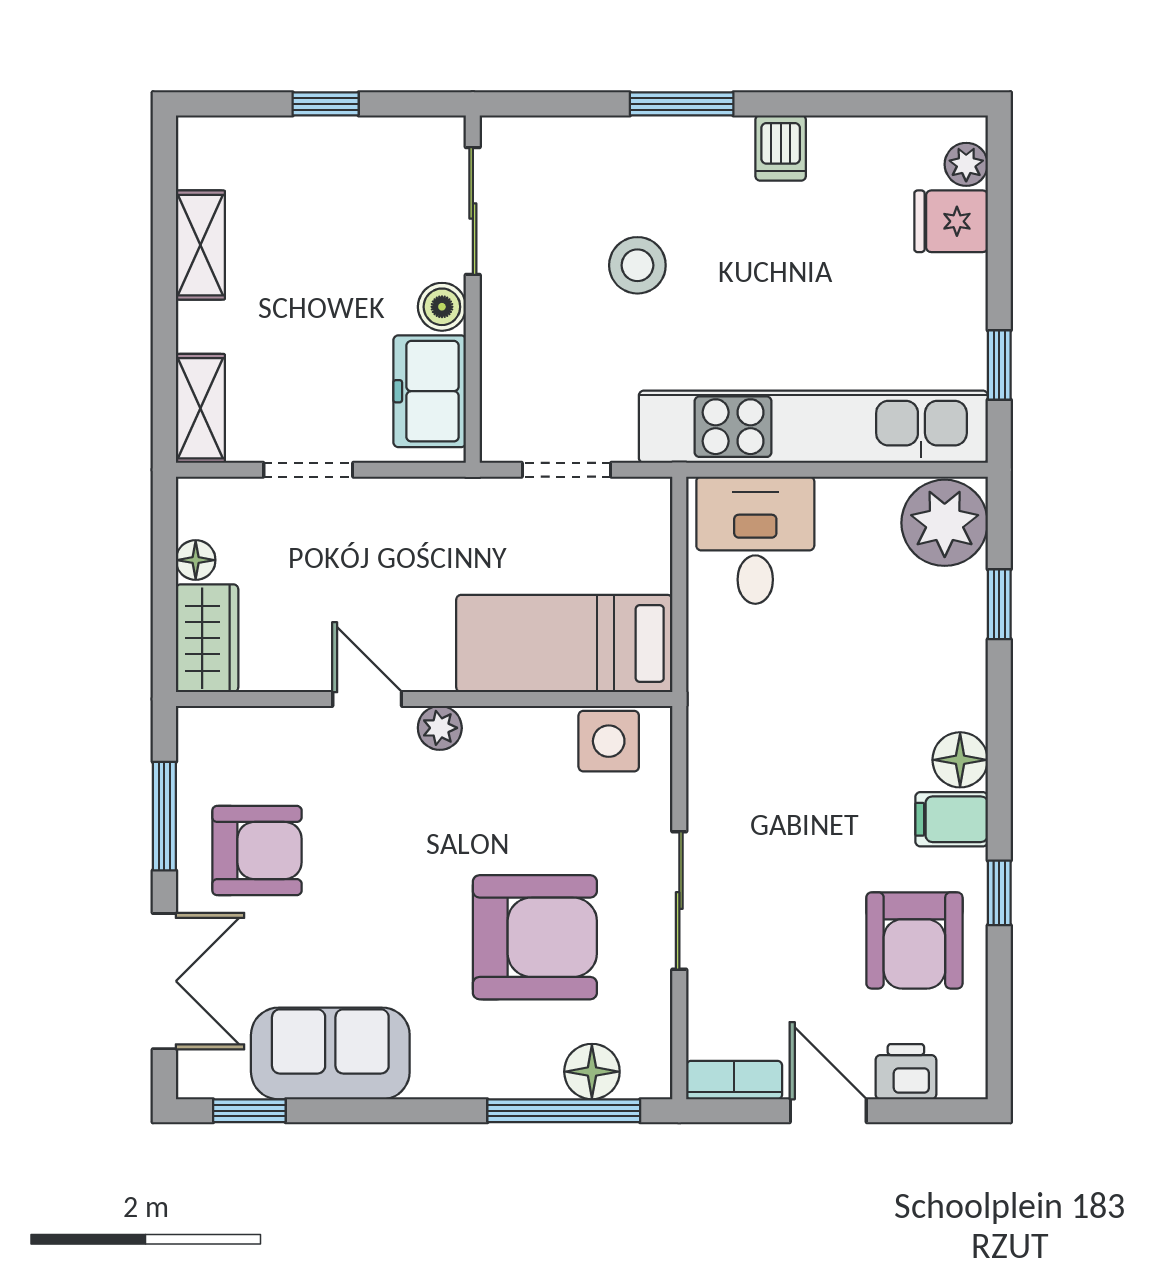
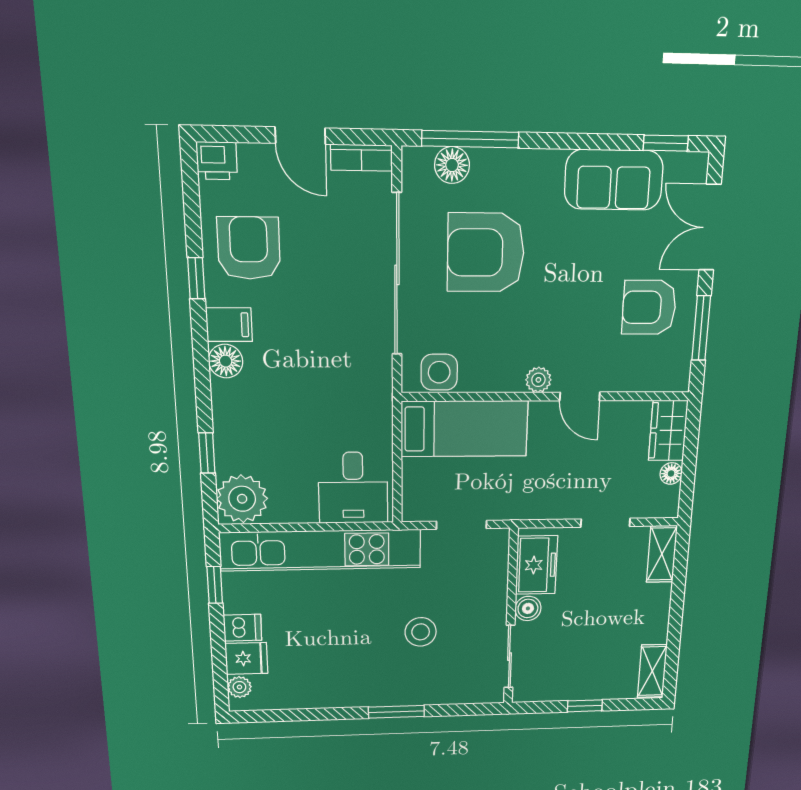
dishwasher: (781, 148) -> (243, 628), moved, turned 90
shelving: (200, 245) -> (652, 671), moved
sliding door: (679, 900) -> (397, 275), width x1.86
printer: (906, 1072) -> (217, 161), moved

